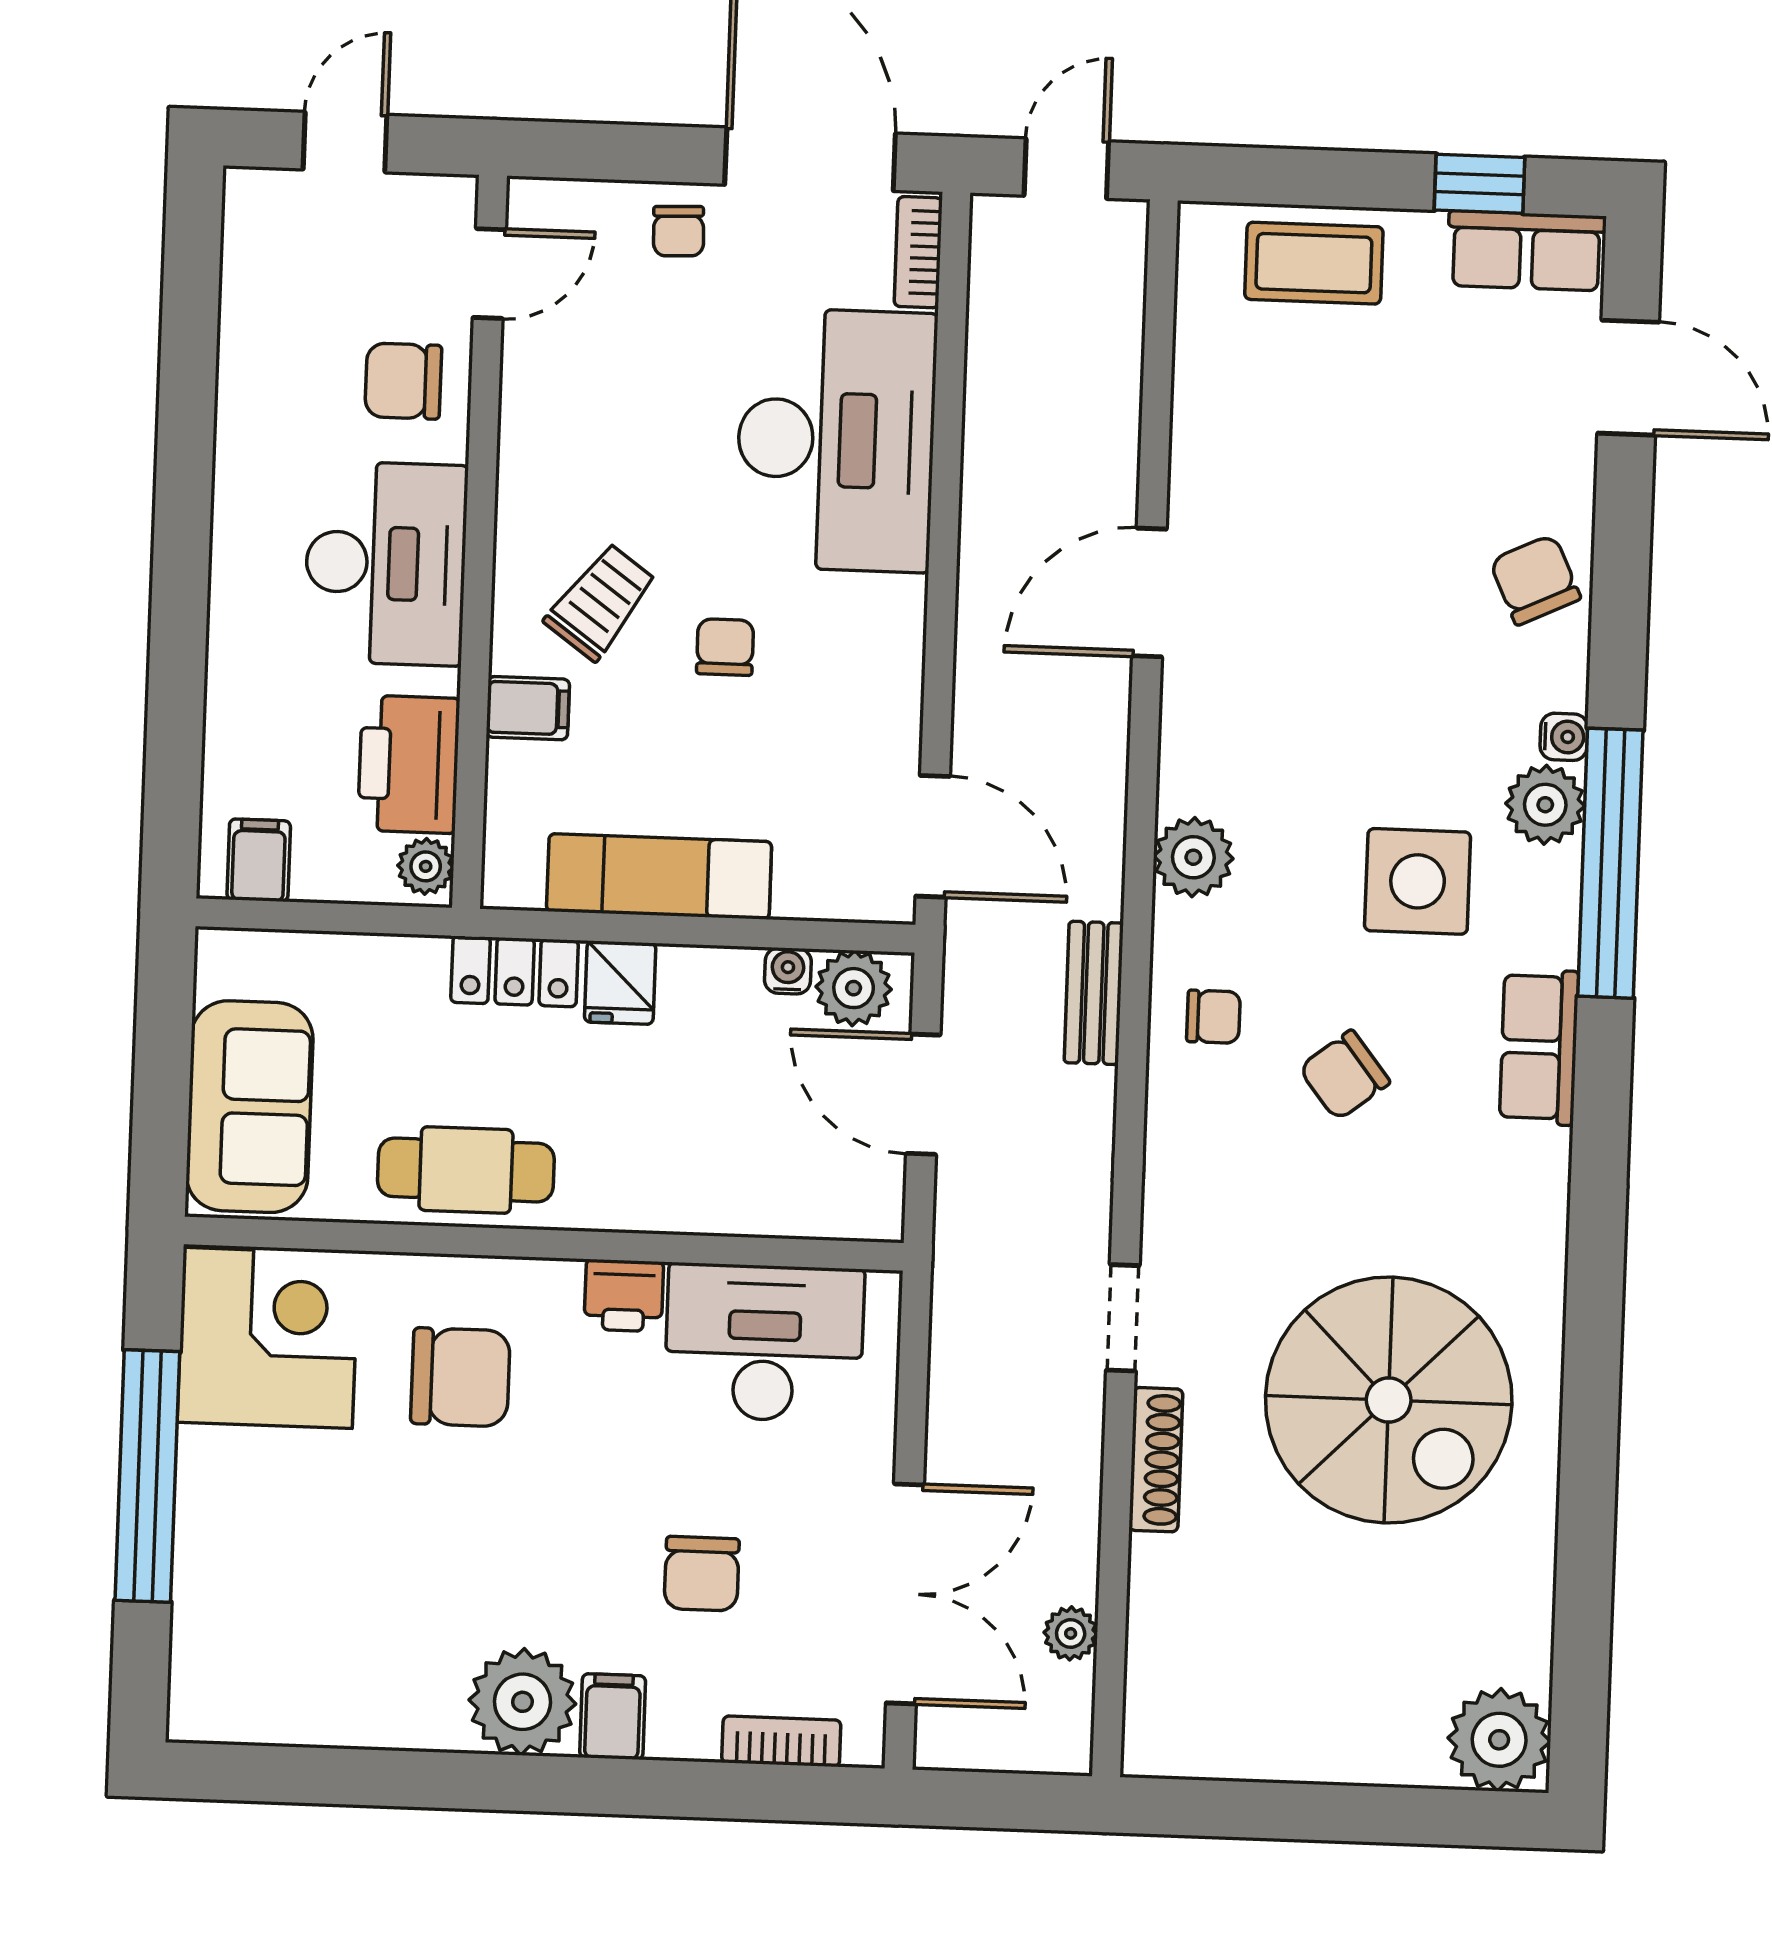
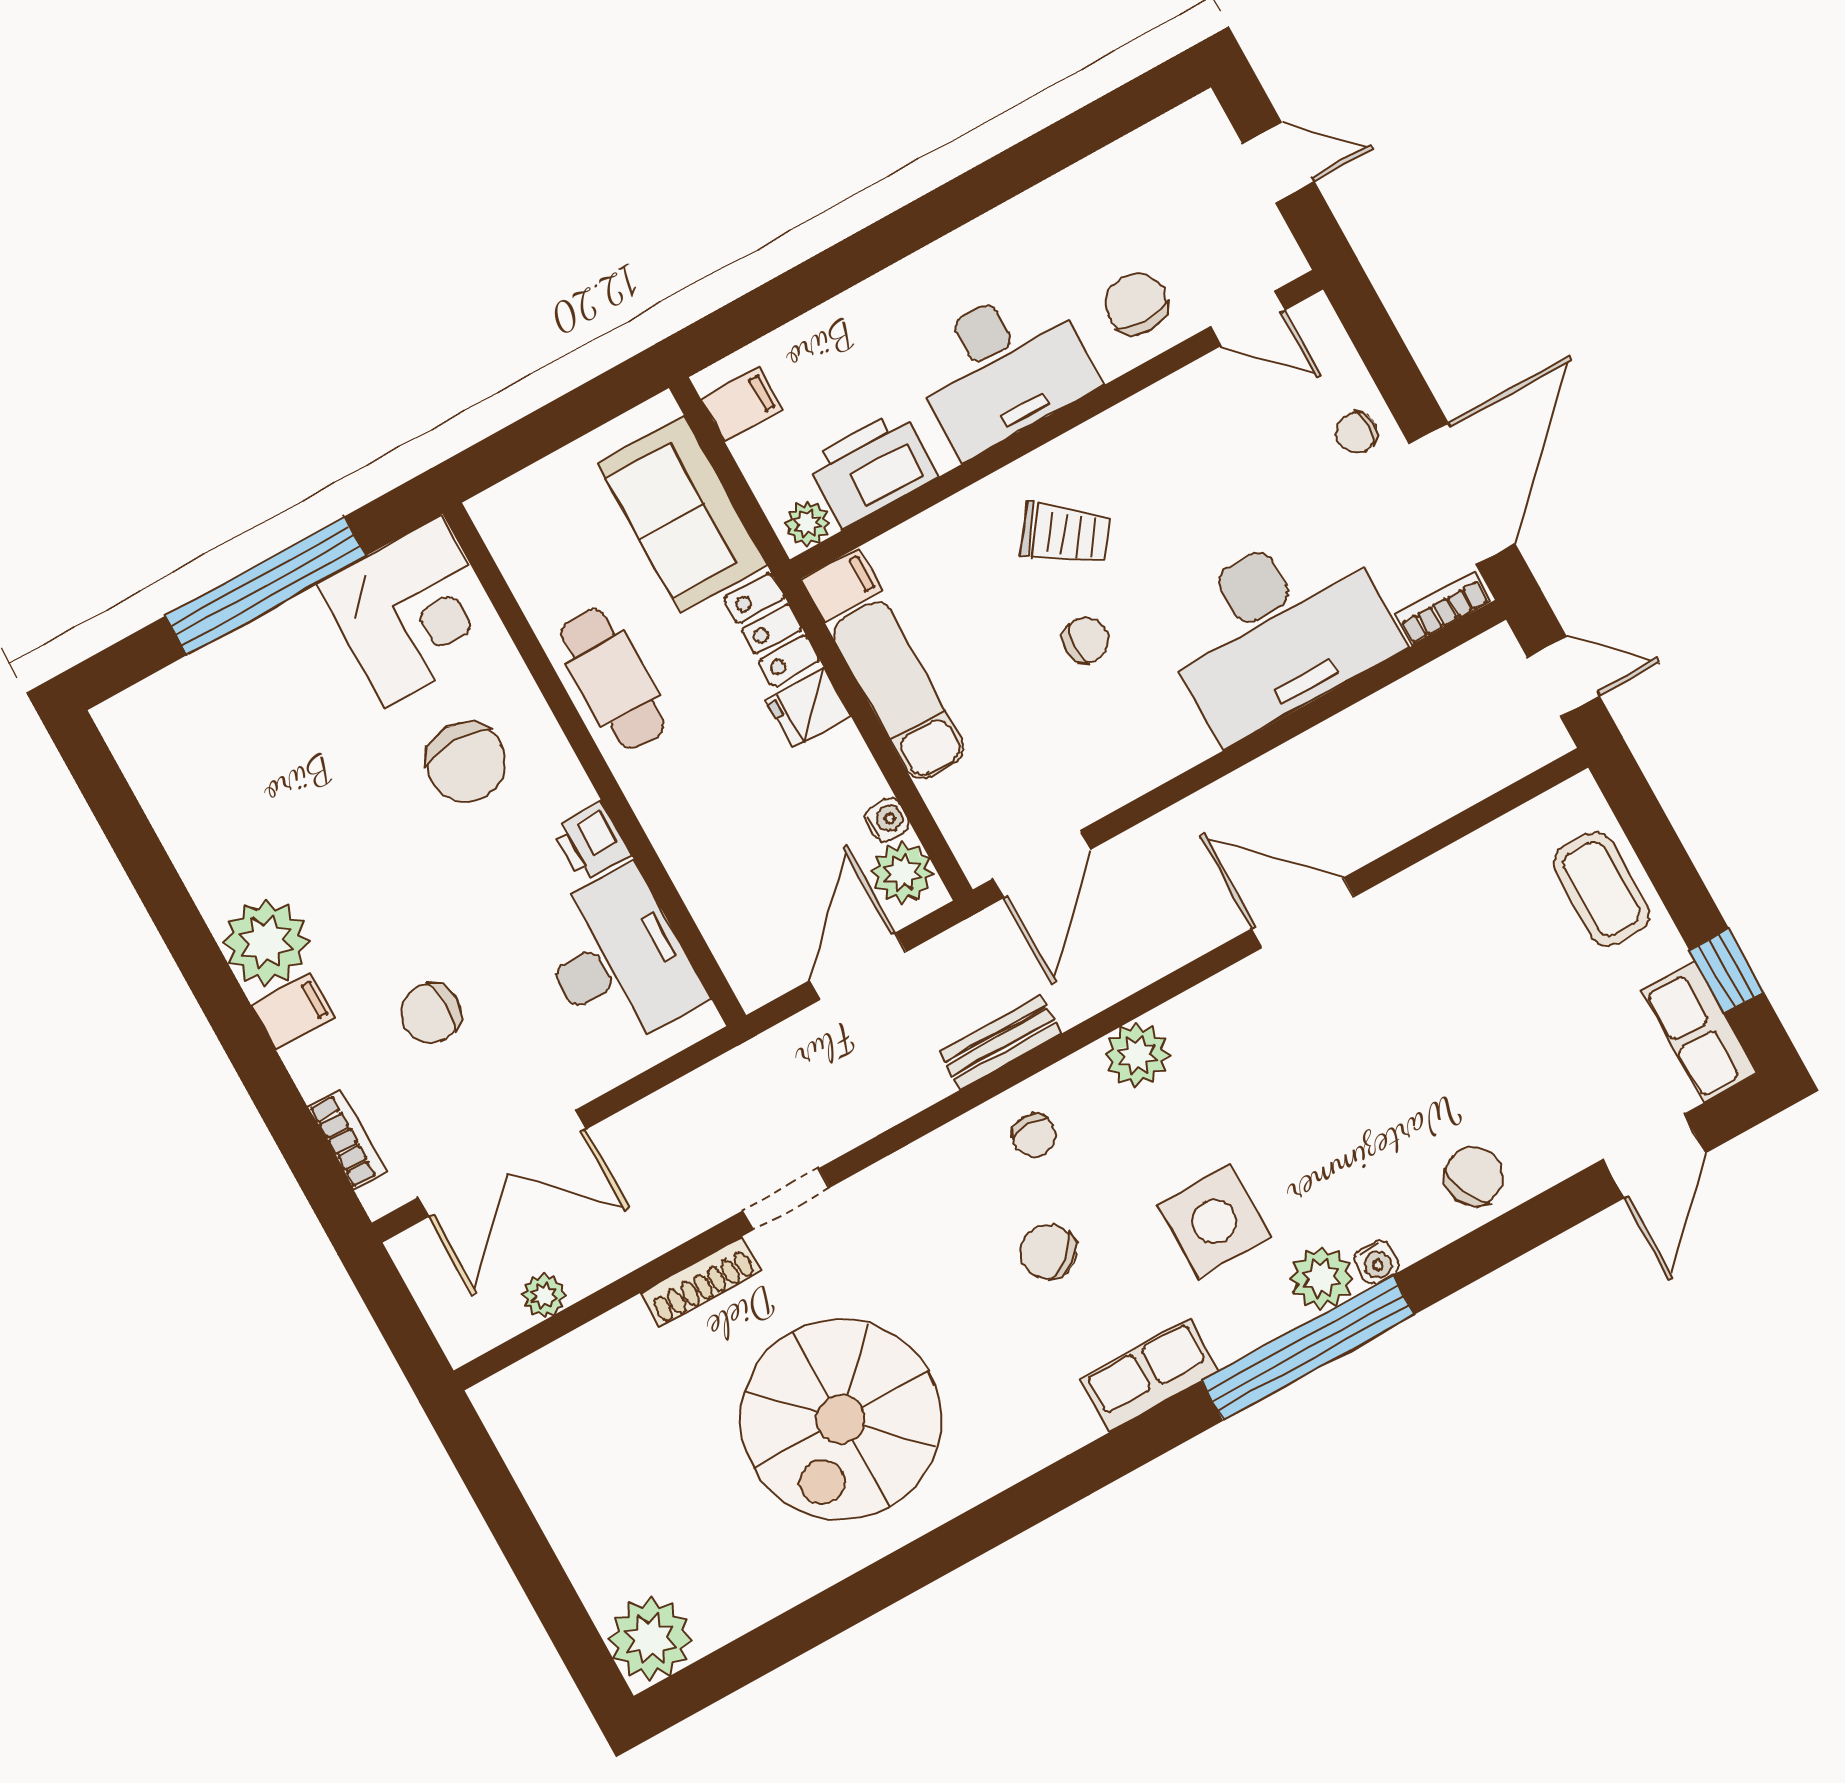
filing cabinet: (528, 708) -> (842, 585), moved, turned -90
sofa: (249, 1107) -> (682, 514), moved, turned 90

